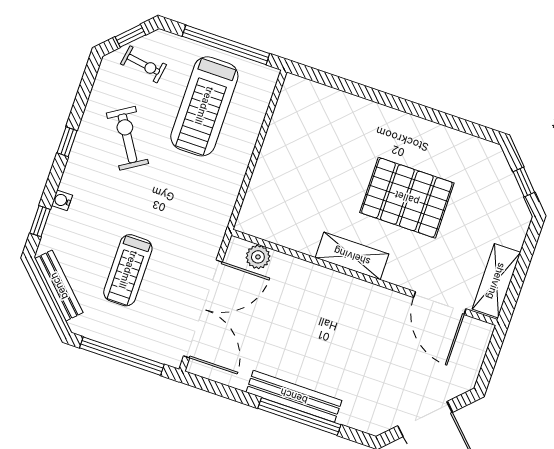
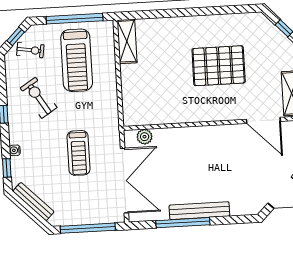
shelving: (352, 256) -> (127, 41), moved, turned 90
treadmill: (128, 270) -> (79, 153), moved
window: (299, 417) -> (183, 223), moved

